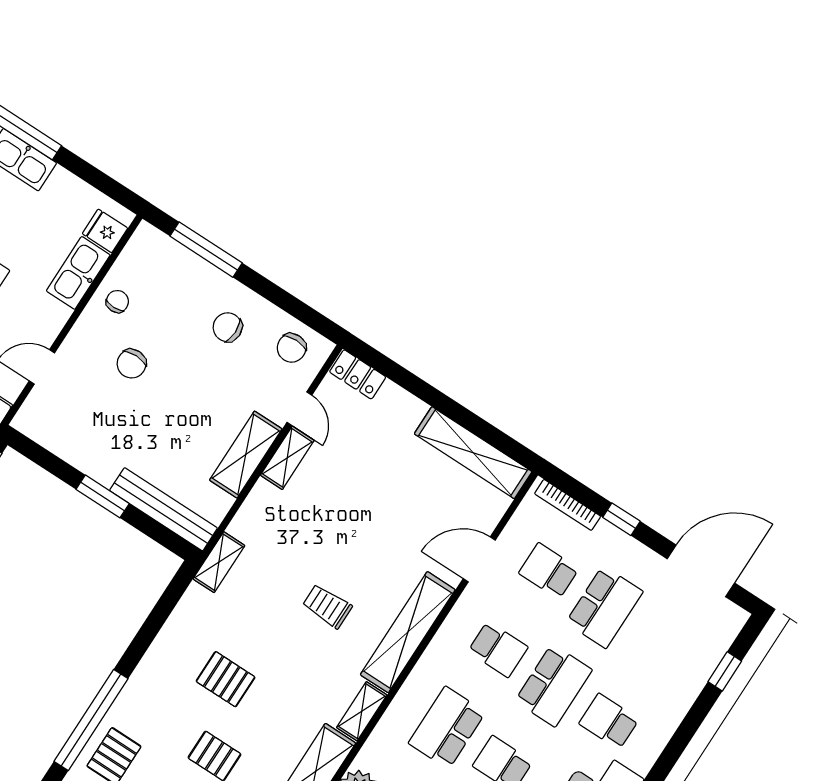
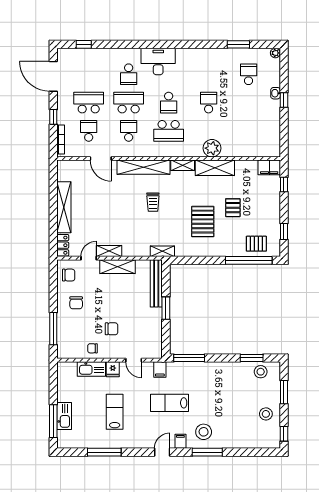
fridge: (105, 231) -> (113, 369), moved
shelving: (473, 453) -> (64, 207), moved
school desk: (549, 571) -> (89, 131), turned 180
pallet: (226, 679) -> (203, 222), width x1.50, depth x1.42

